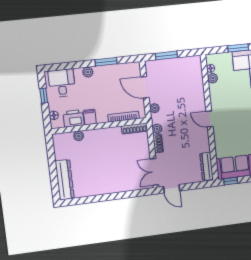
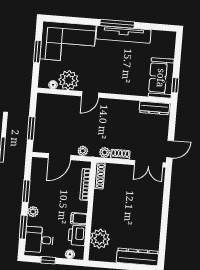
window: (71, 65) -> (23, 227), added
plant: (213, 78) -> (69, 80), width x1.87, depth x1.87
door: (210, 119) -> (90, 94), moved
plant: (79, 136) -> (100, 239), width x1.88, depth x1.88

